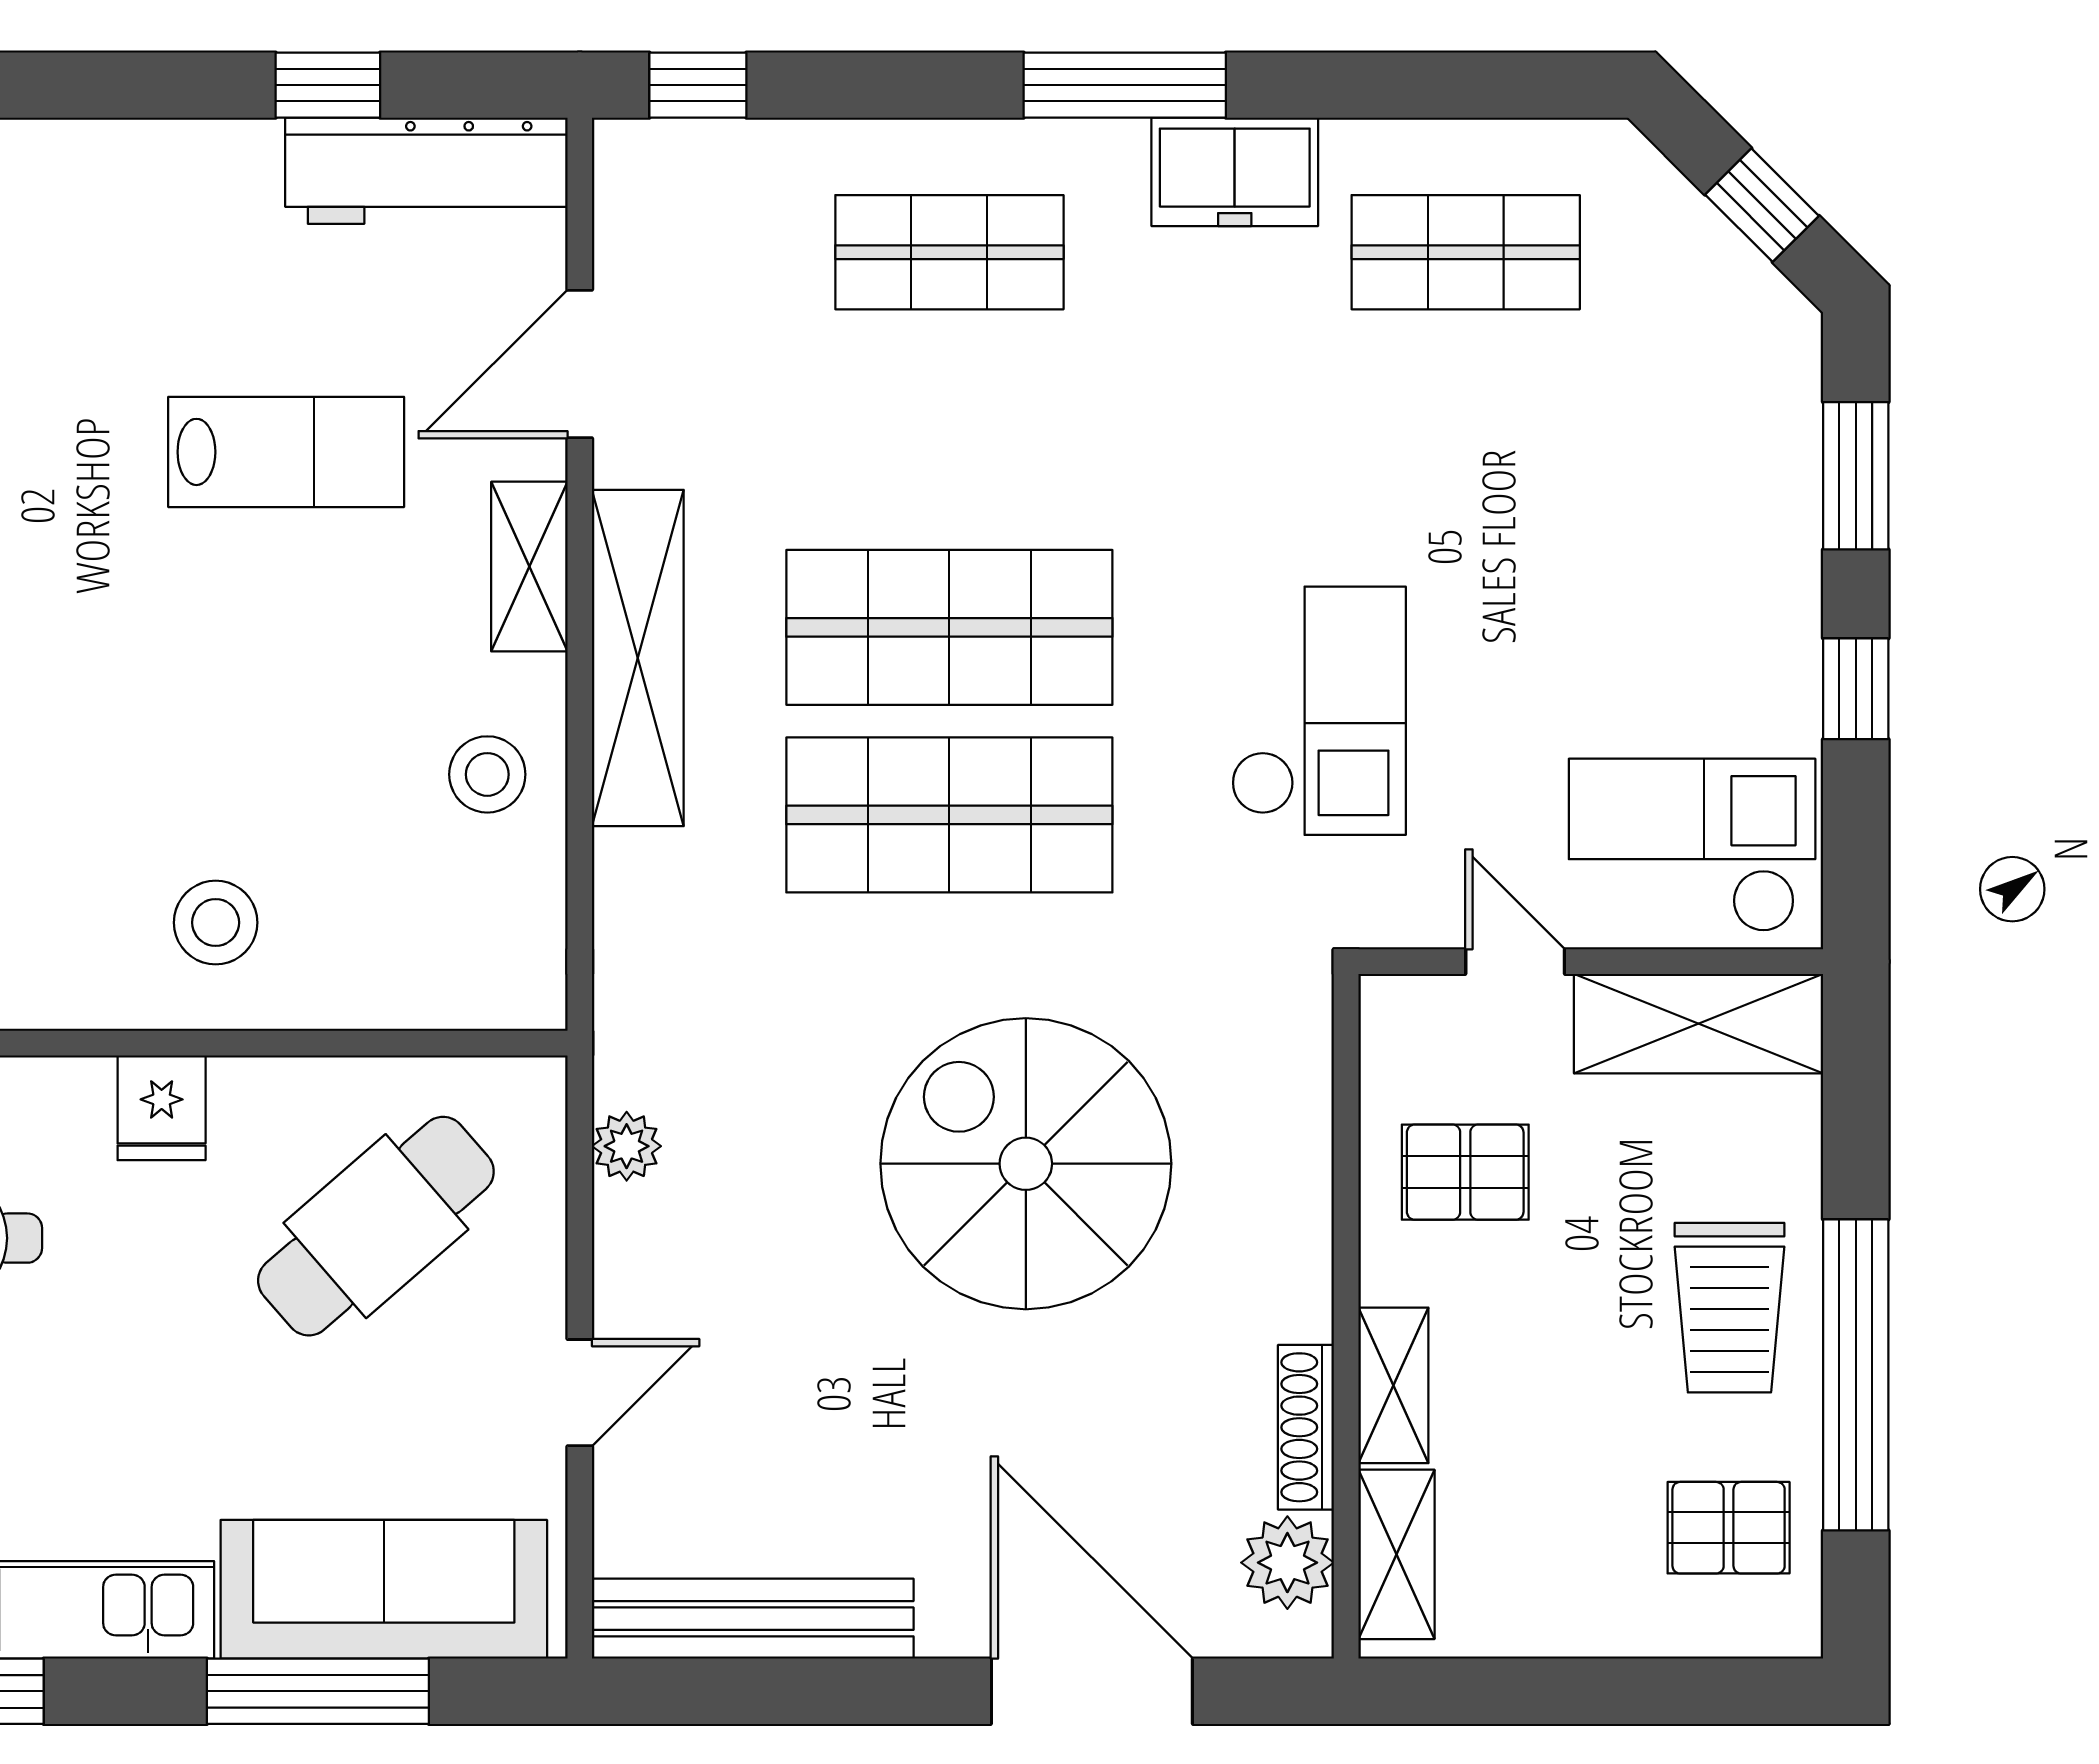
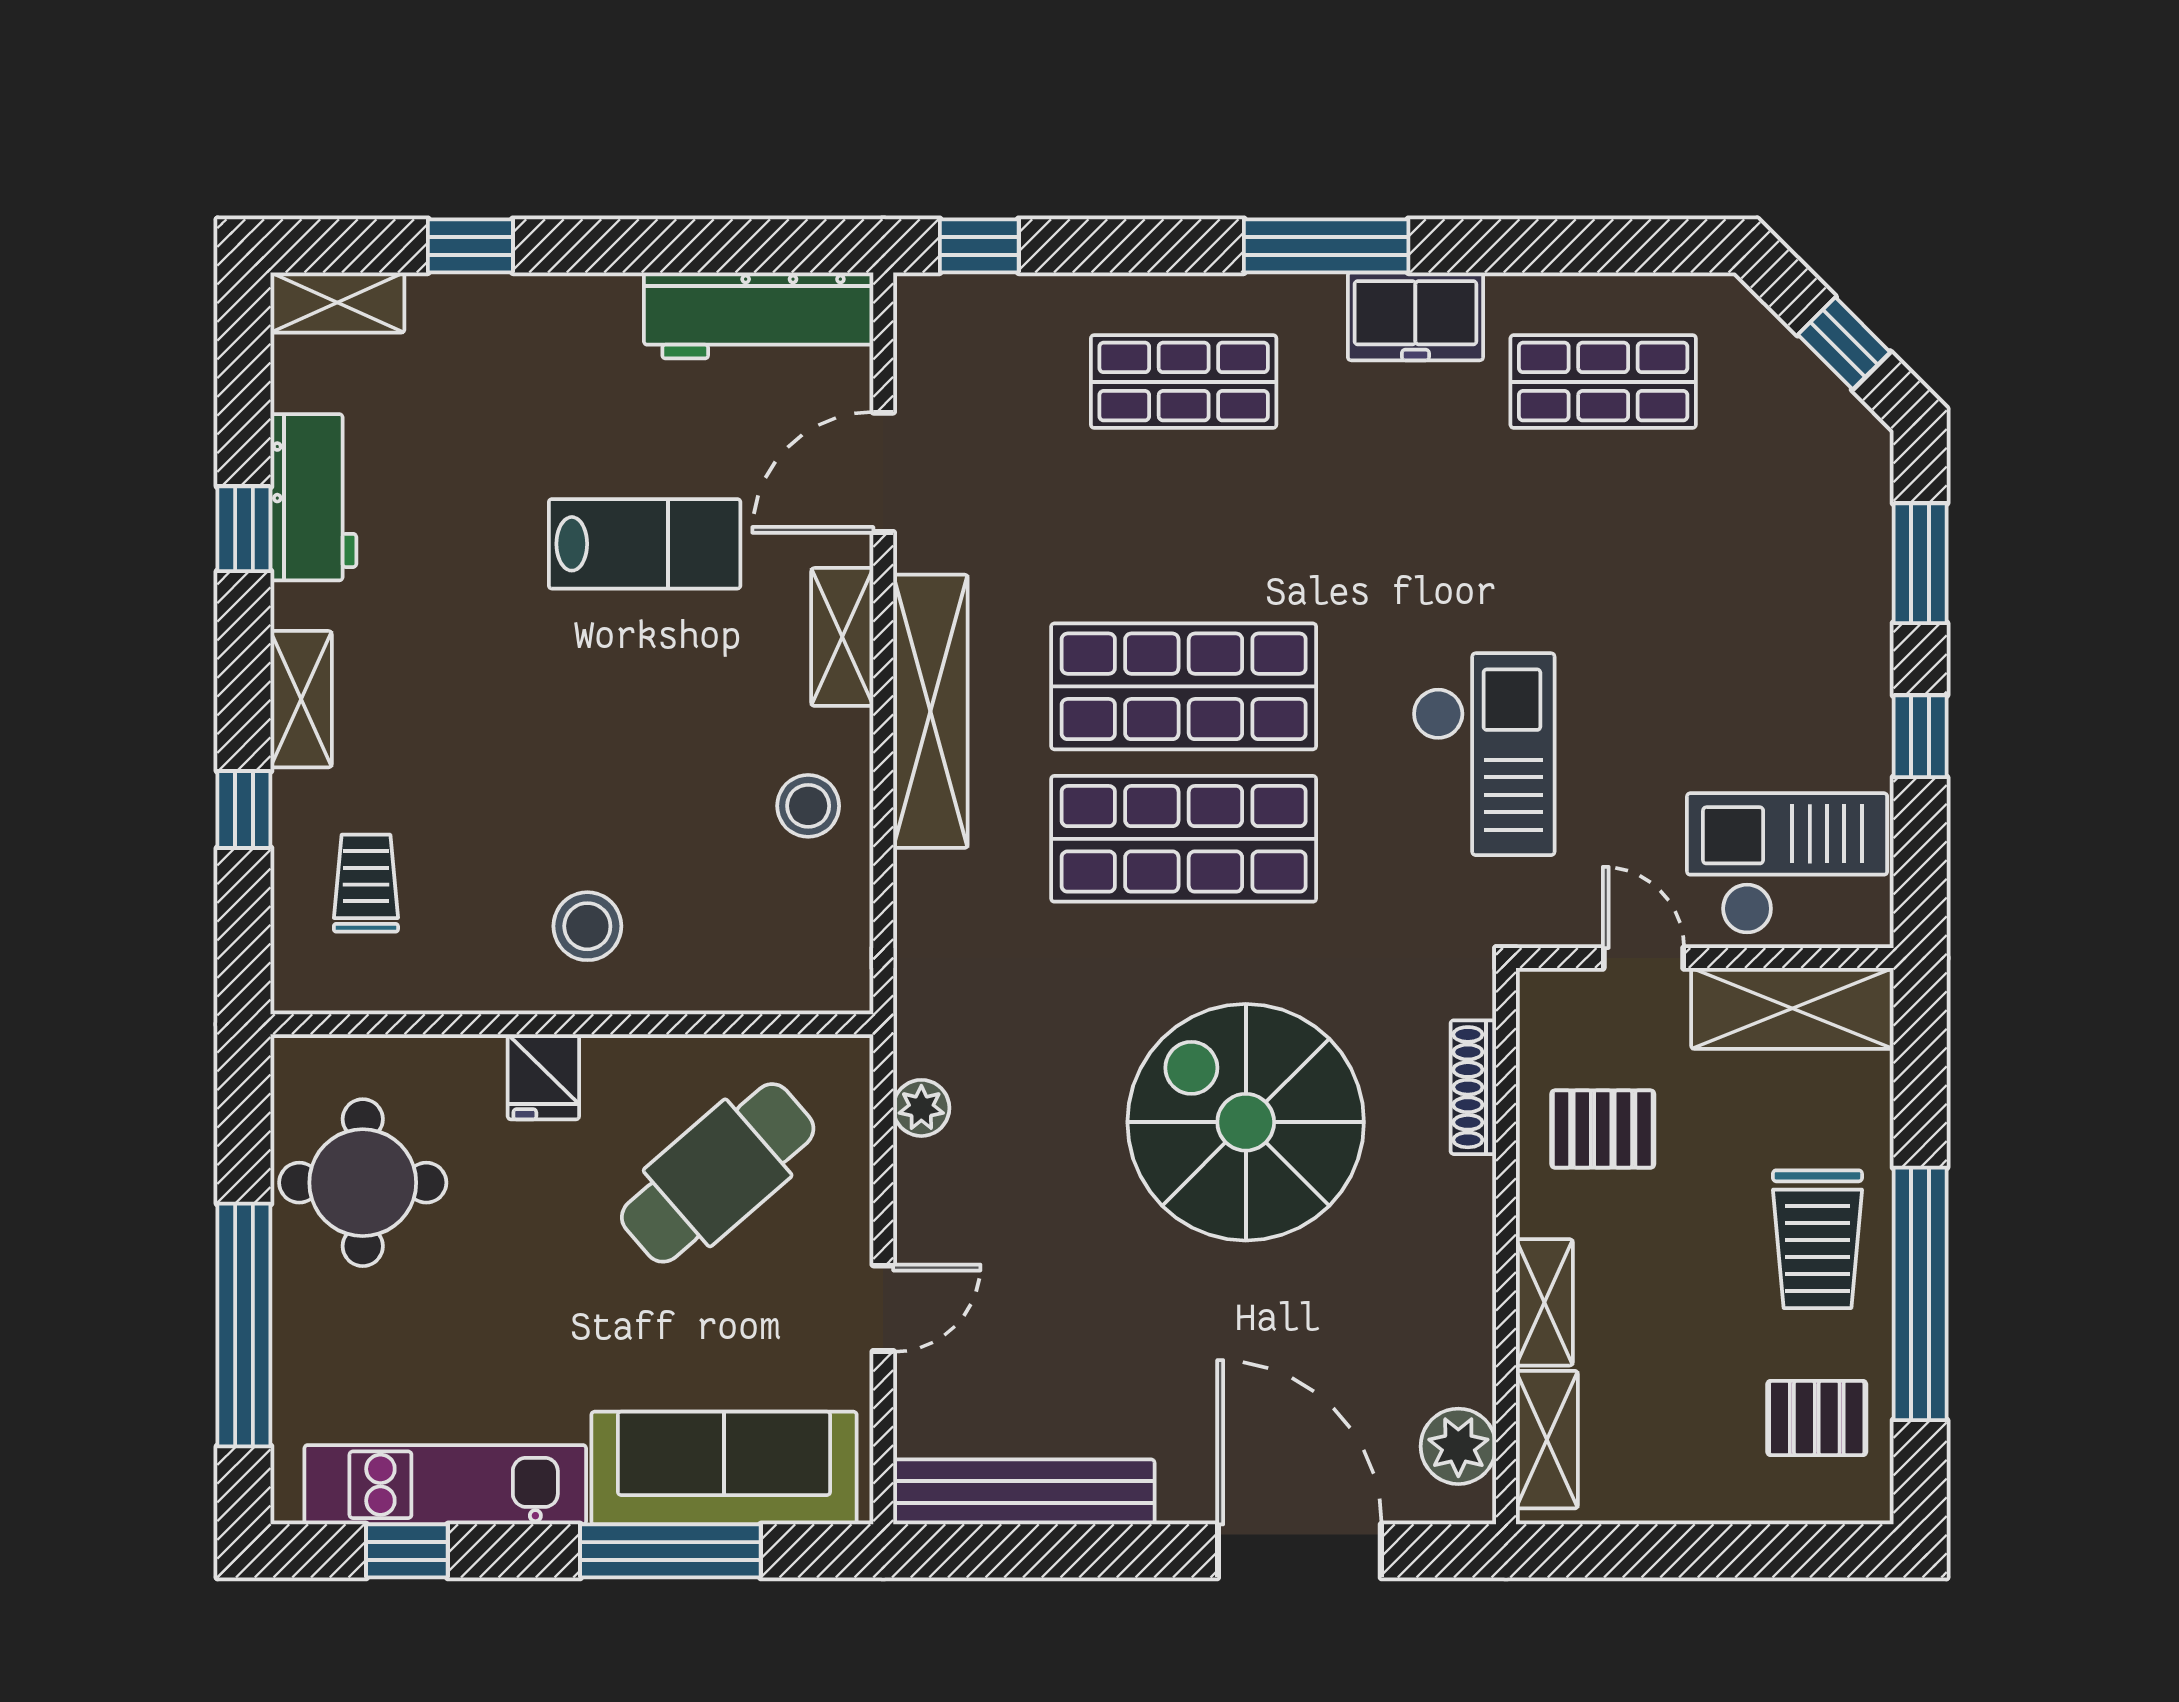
window: (328, 85) -> (470, 246), moved
shoe rack: (1306, 1427) -> (1473, 1087), moved

